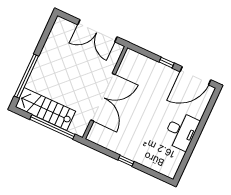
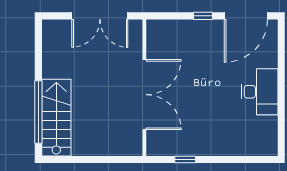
stairs: (45, 109) -> (56, 118), moved, turned 90
window: (52, 127) -> (99, 160), removed
window: (126, 161) -> (185, 160), moved

